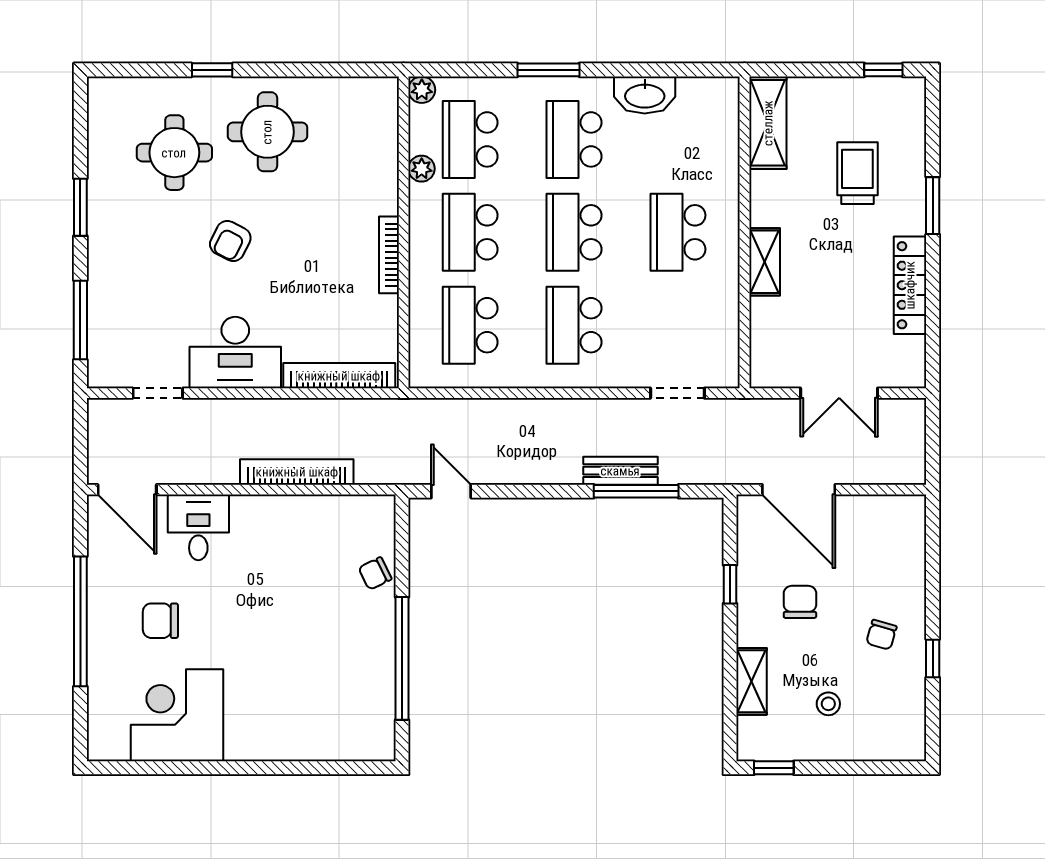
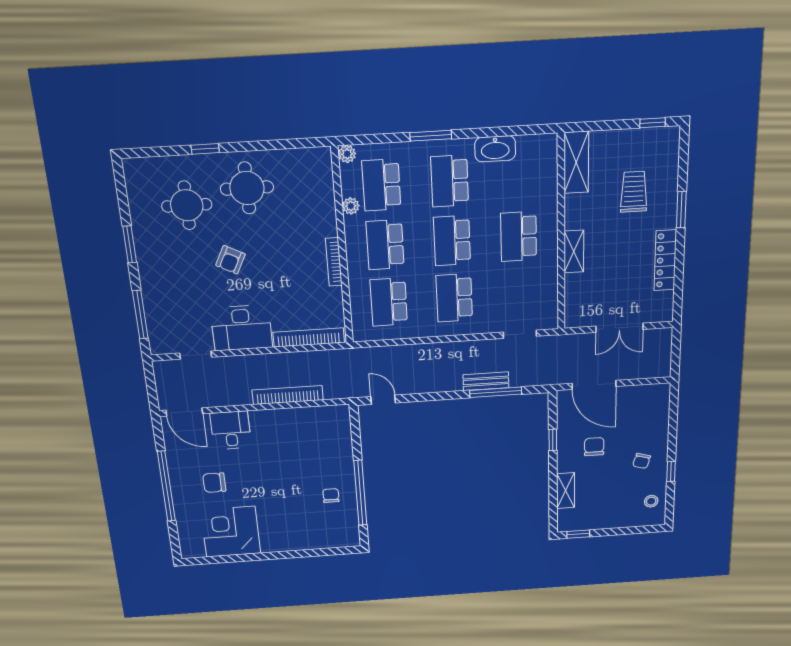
chair: (375, 573) -> (331, 496), moved, turned 116
stool: (828, 704) -> (651, 501), moved

